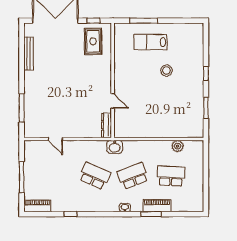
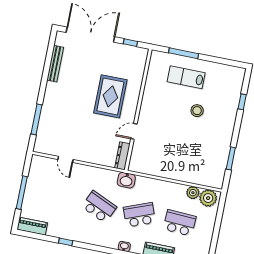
rug: (93, 41) -> (110, 96), moved, width x1.36, depth x1.43
window: (206, 74) -> (242, 102), moved
door: (113, 101) -> (134, 131), swing flipped
plant: (192, 148) -> (208, 198), added

